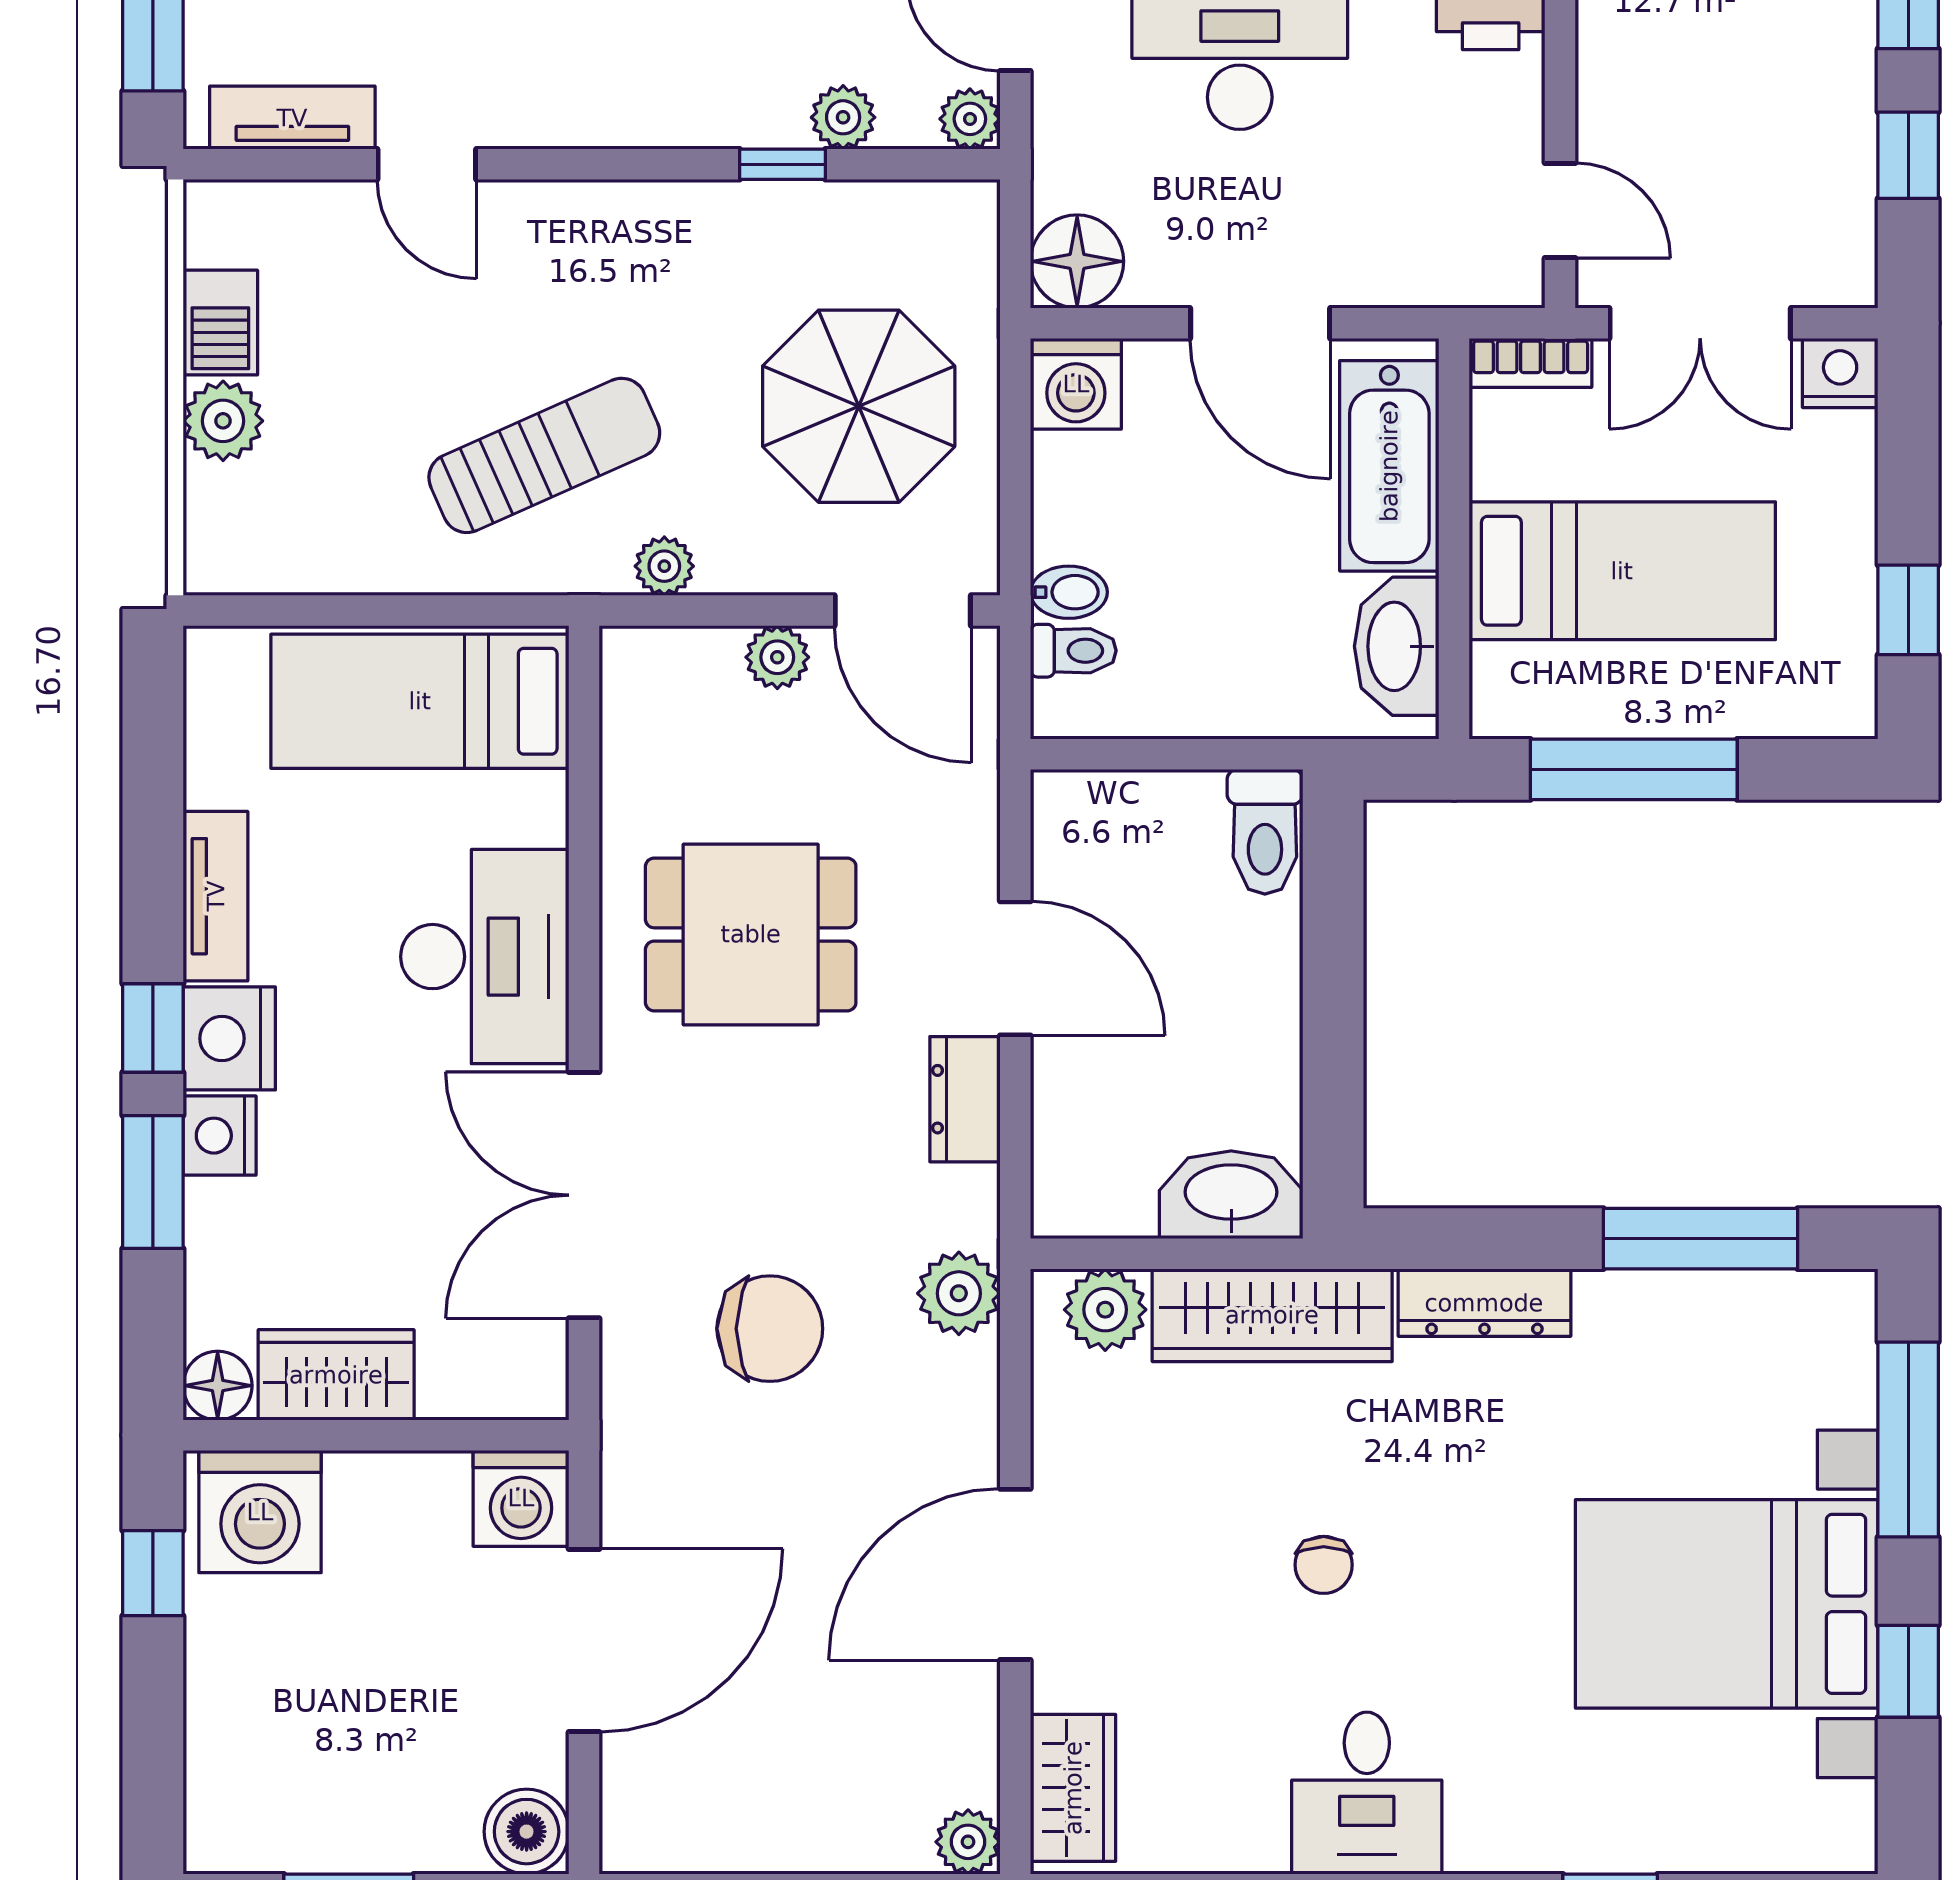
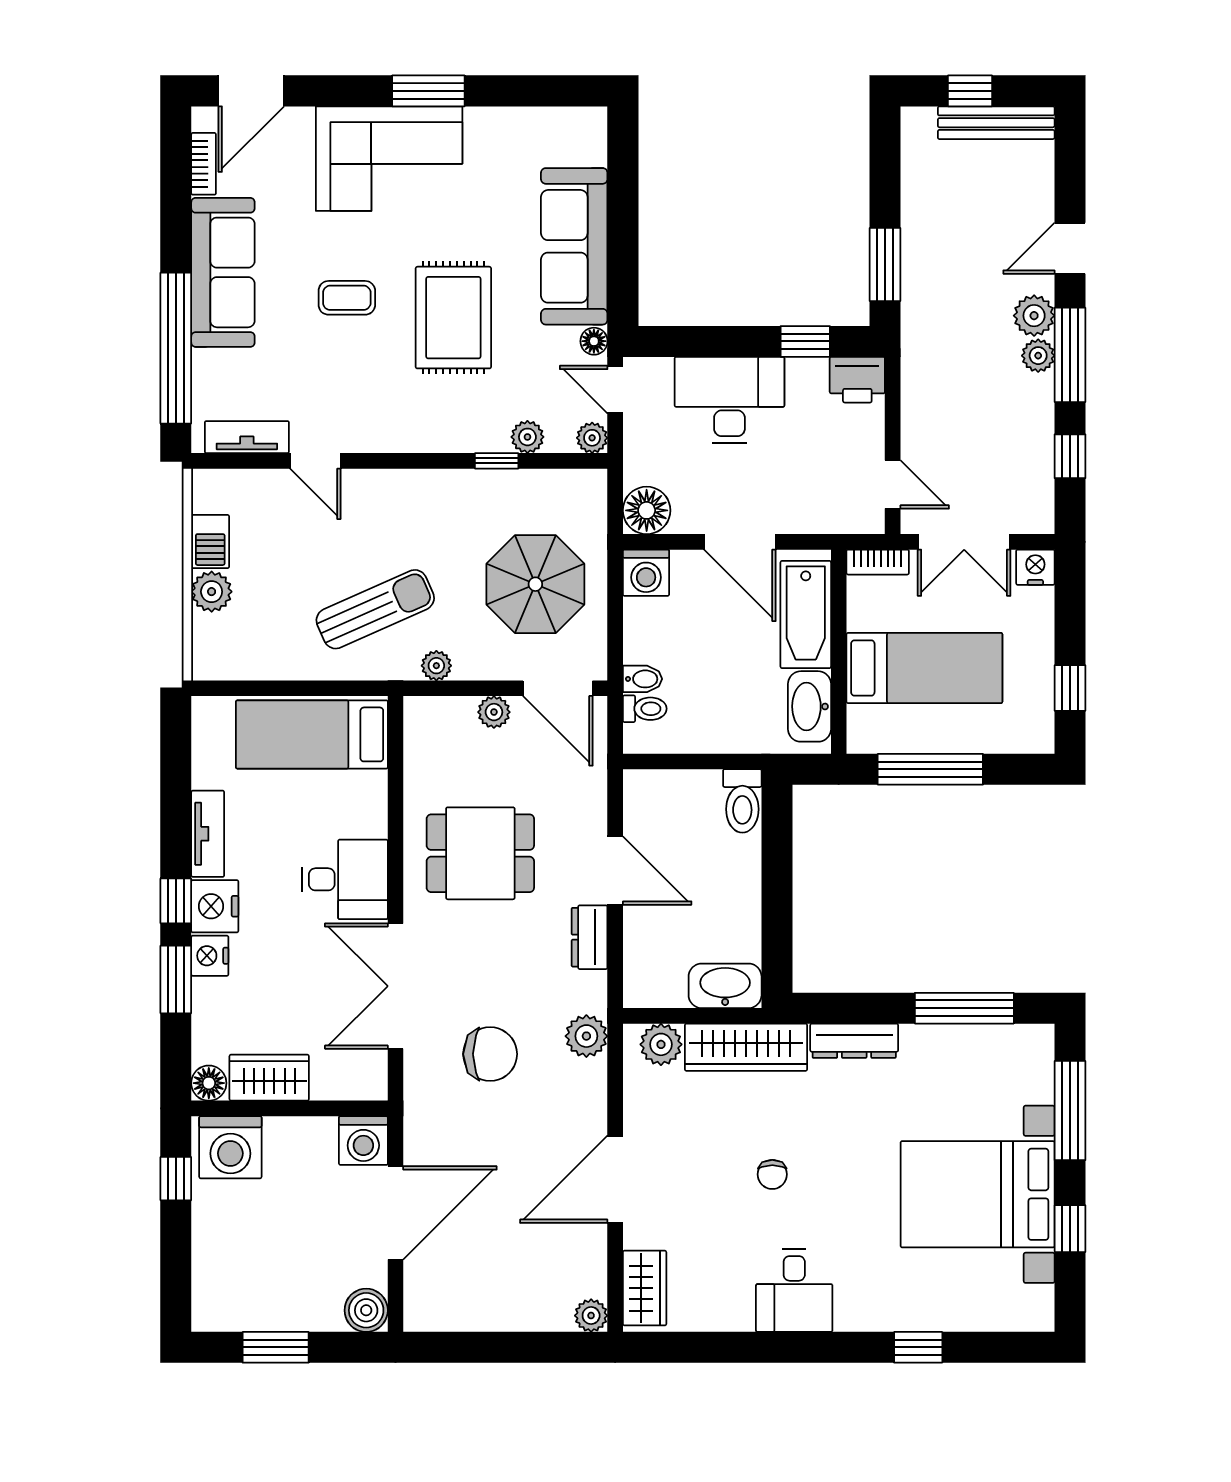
desk: (485, 957) -> (345, 879), width x0.73

